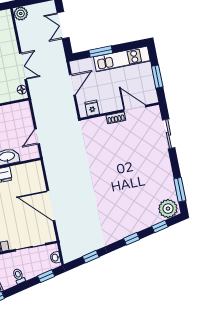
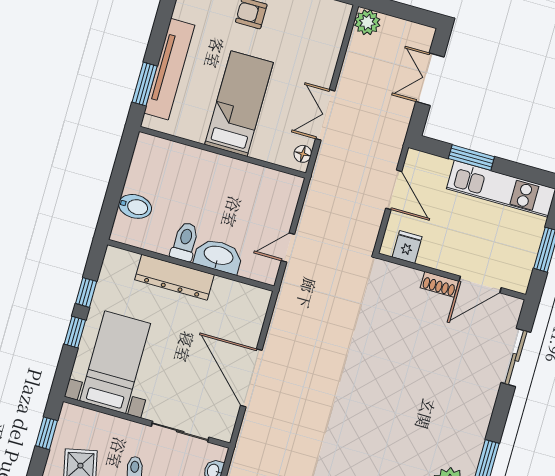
double door: (23, 66) -> (325, 115), swing flipped
door: (72, 85) -> (394, 190), hinge flipped
door: (135, 108) -> (480, 284), swing flipped

